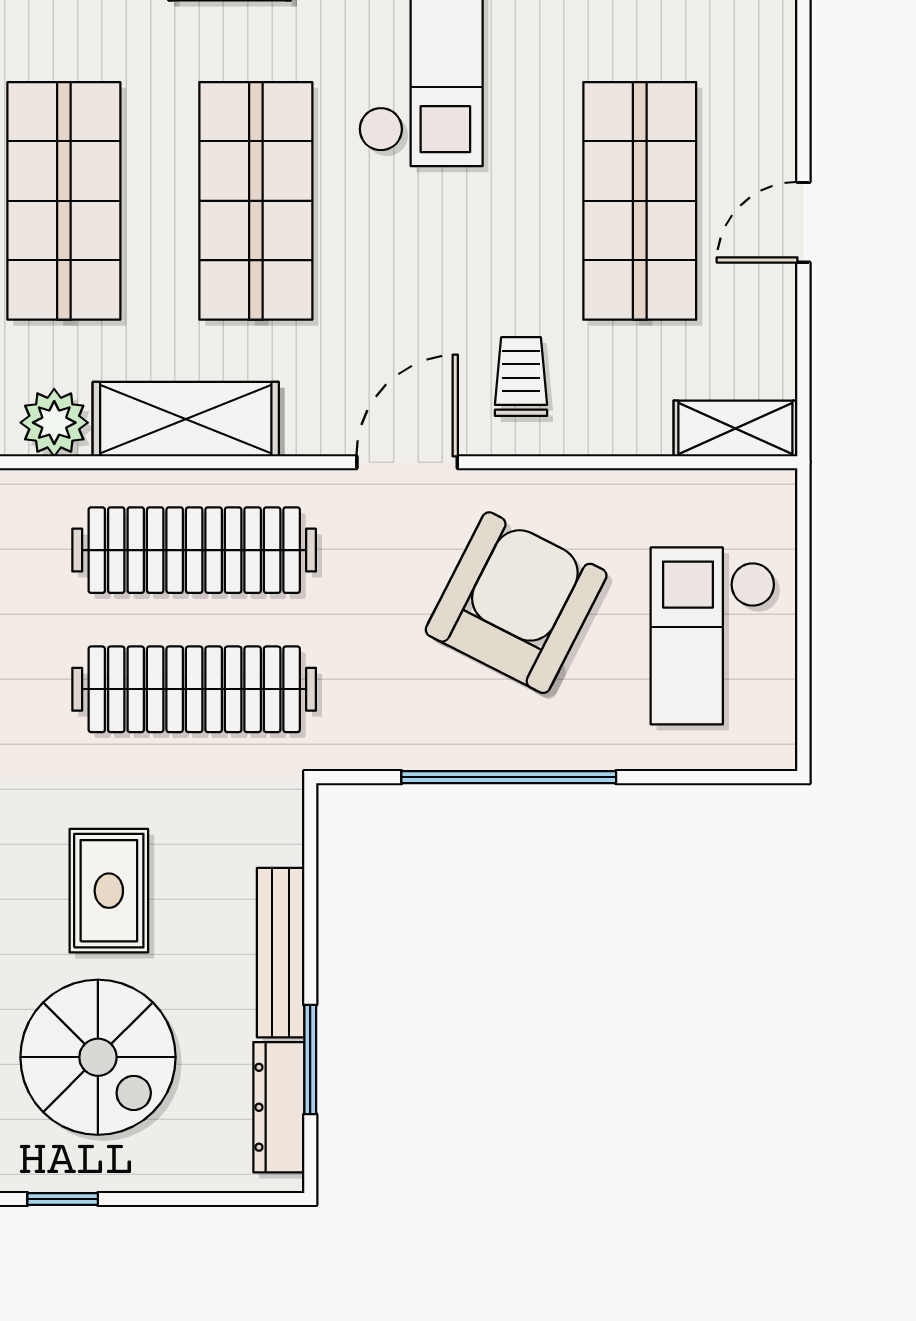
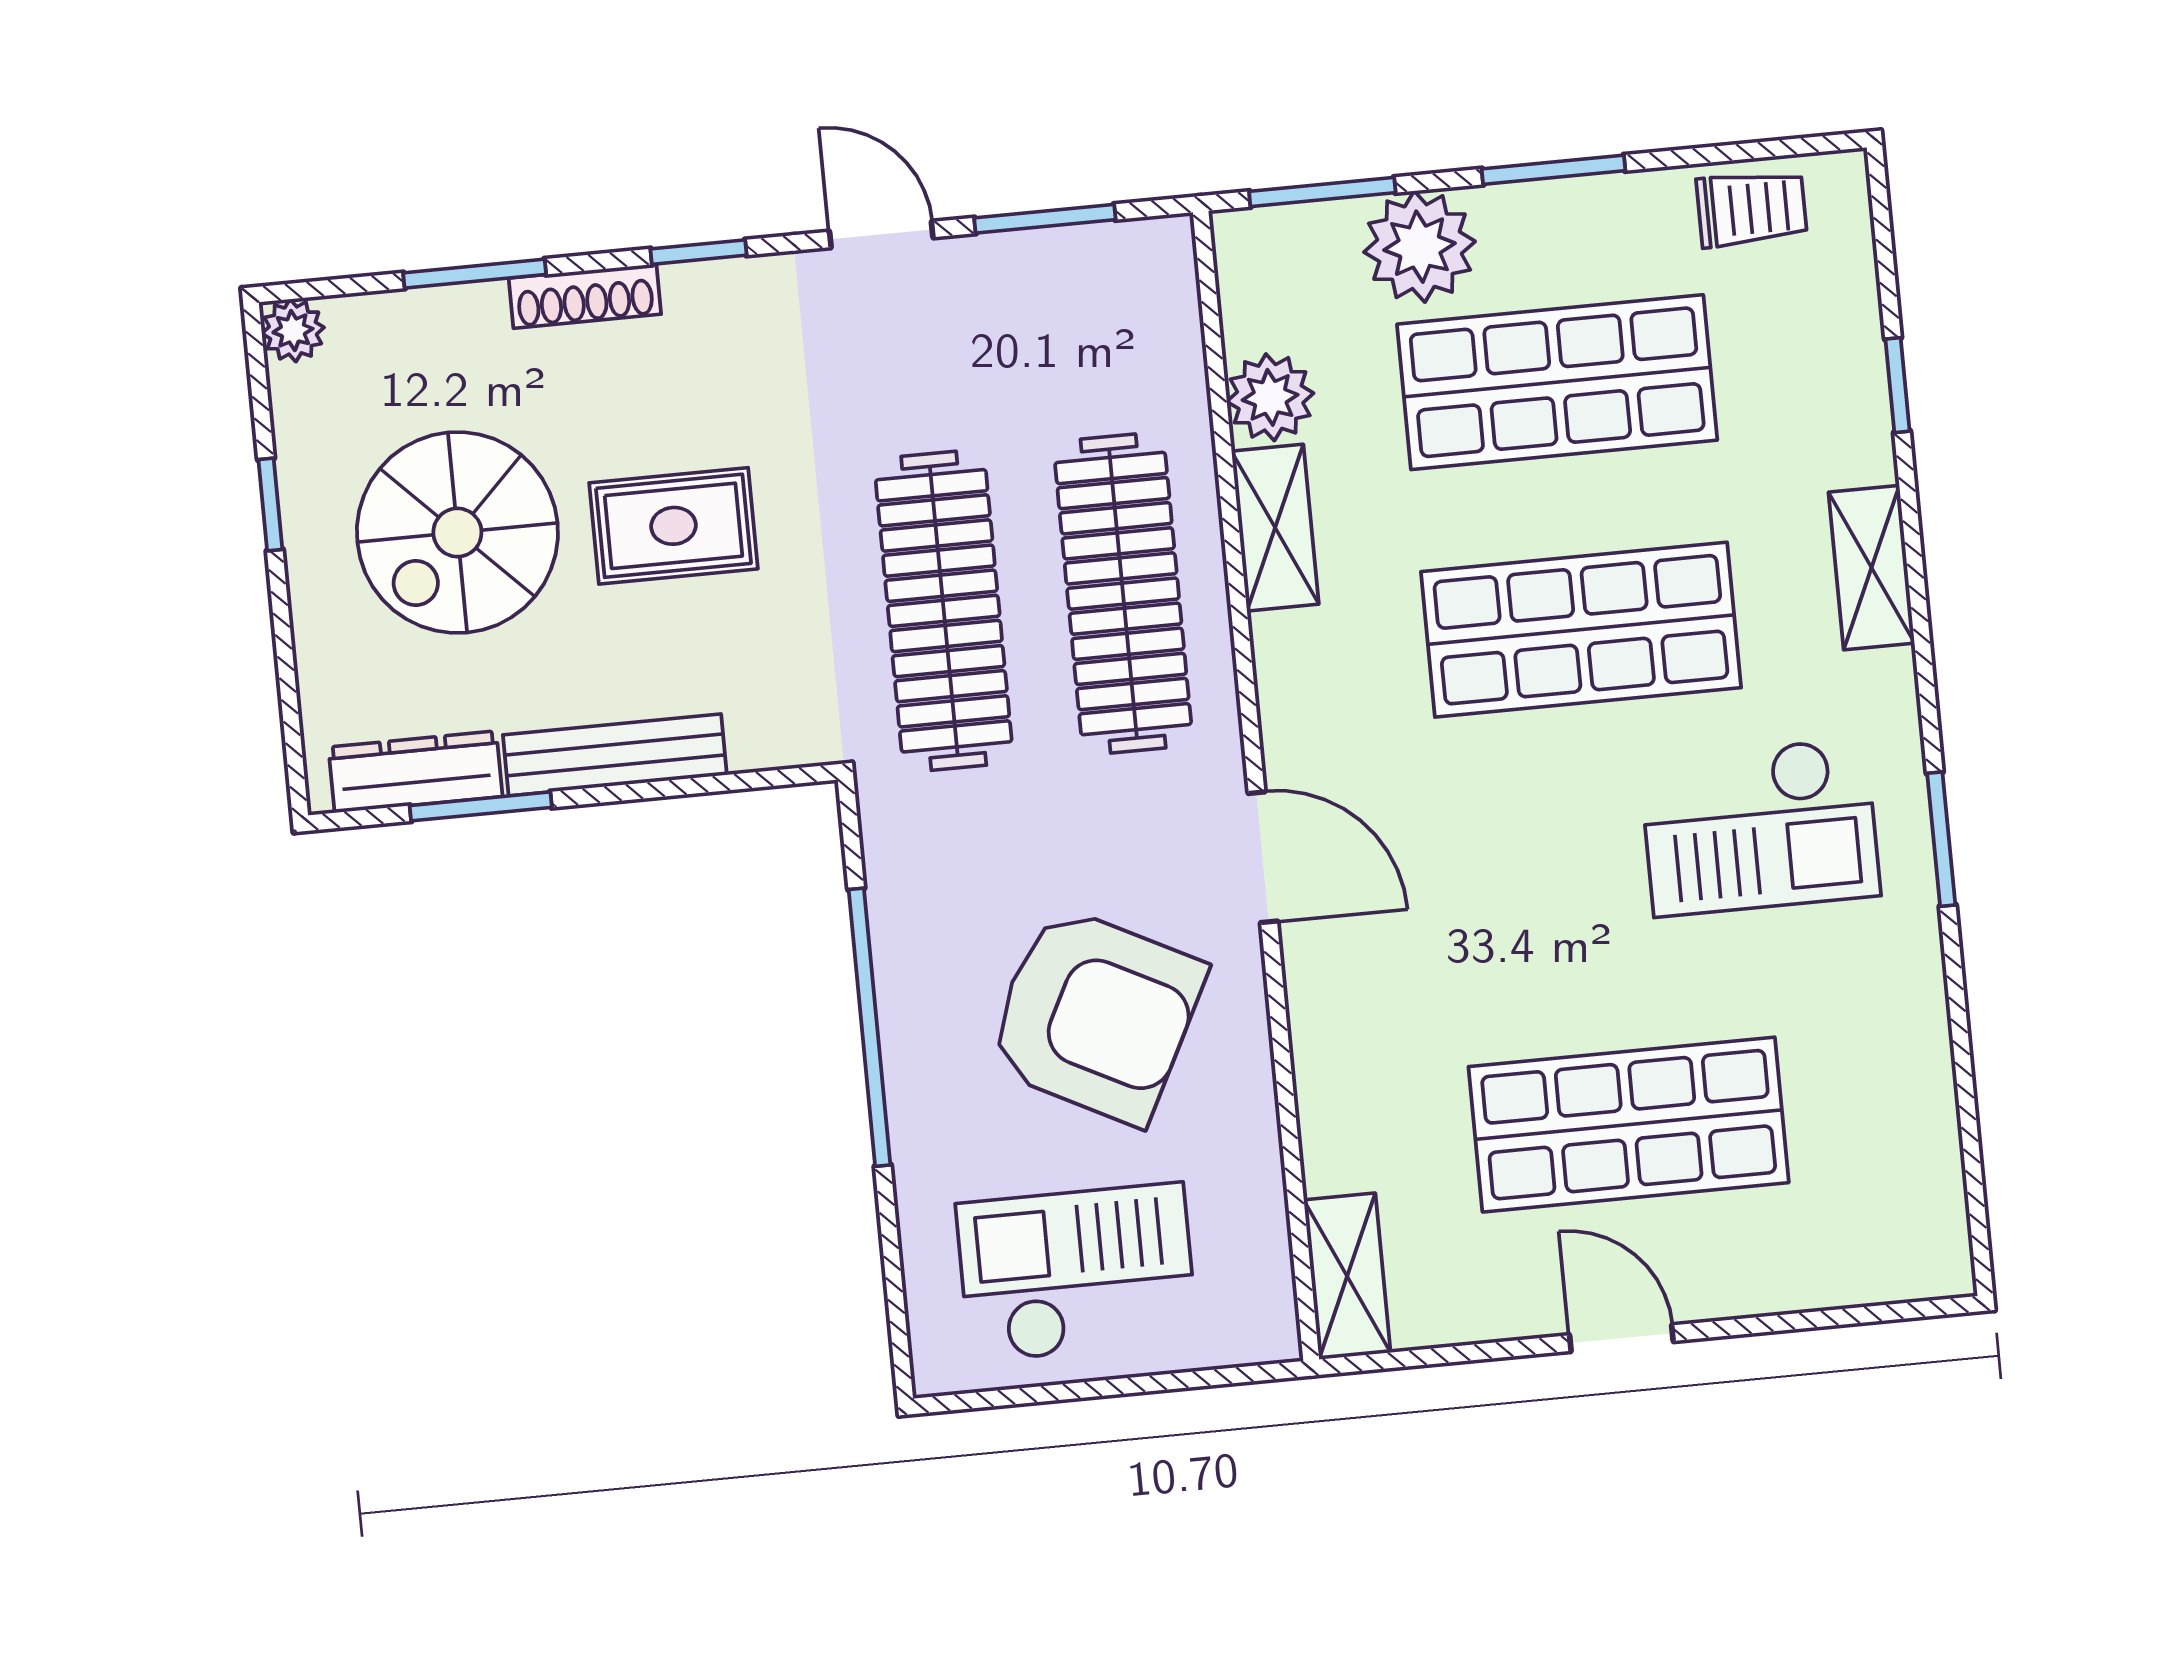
trolley: (521, 377) -> (1387, 993), removed
shelving: (186, 419) -> (1275, 528), width x0.67, depth x0.75

